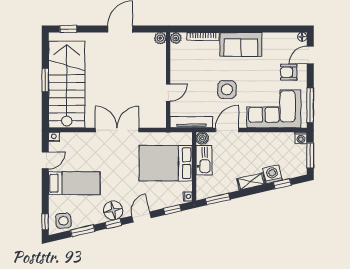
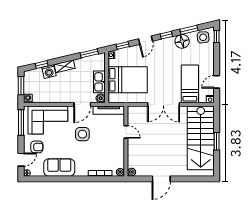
window: (68, 29) -> (200, 179), removed
sofa: (241, 44) -> (59, 167), moved
door: (168, 93) -> (126, 132), swing flipped
bed: (74, 183) -> (190, 84), moved, turned 90
floor lamp: (113, 210) -> (182, 41), moved

